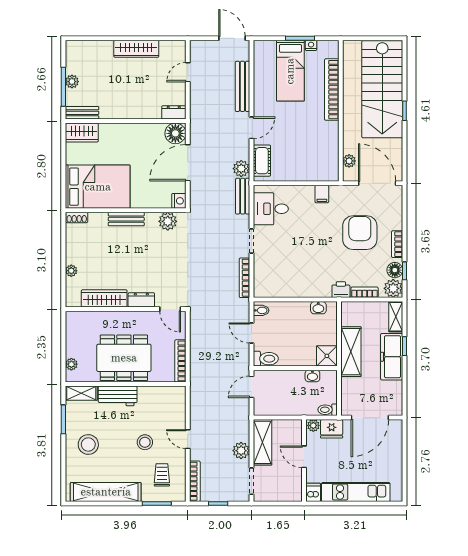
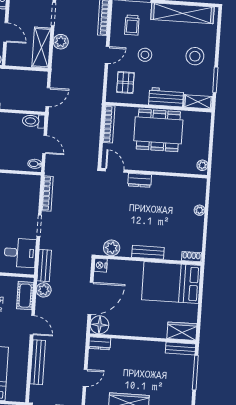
plant: (72, 82) -> (187, 377), removed
door: (251, 128) -> (32, 325), swing flipped
wardrobe: (104, 298) -> (172, 184), removed
plant: (71, 364) -> (202, 165), moved
pallet: (165, 409) -> (125, 82), added
door: (188, 439) -> (107, 55), hinge flipped

